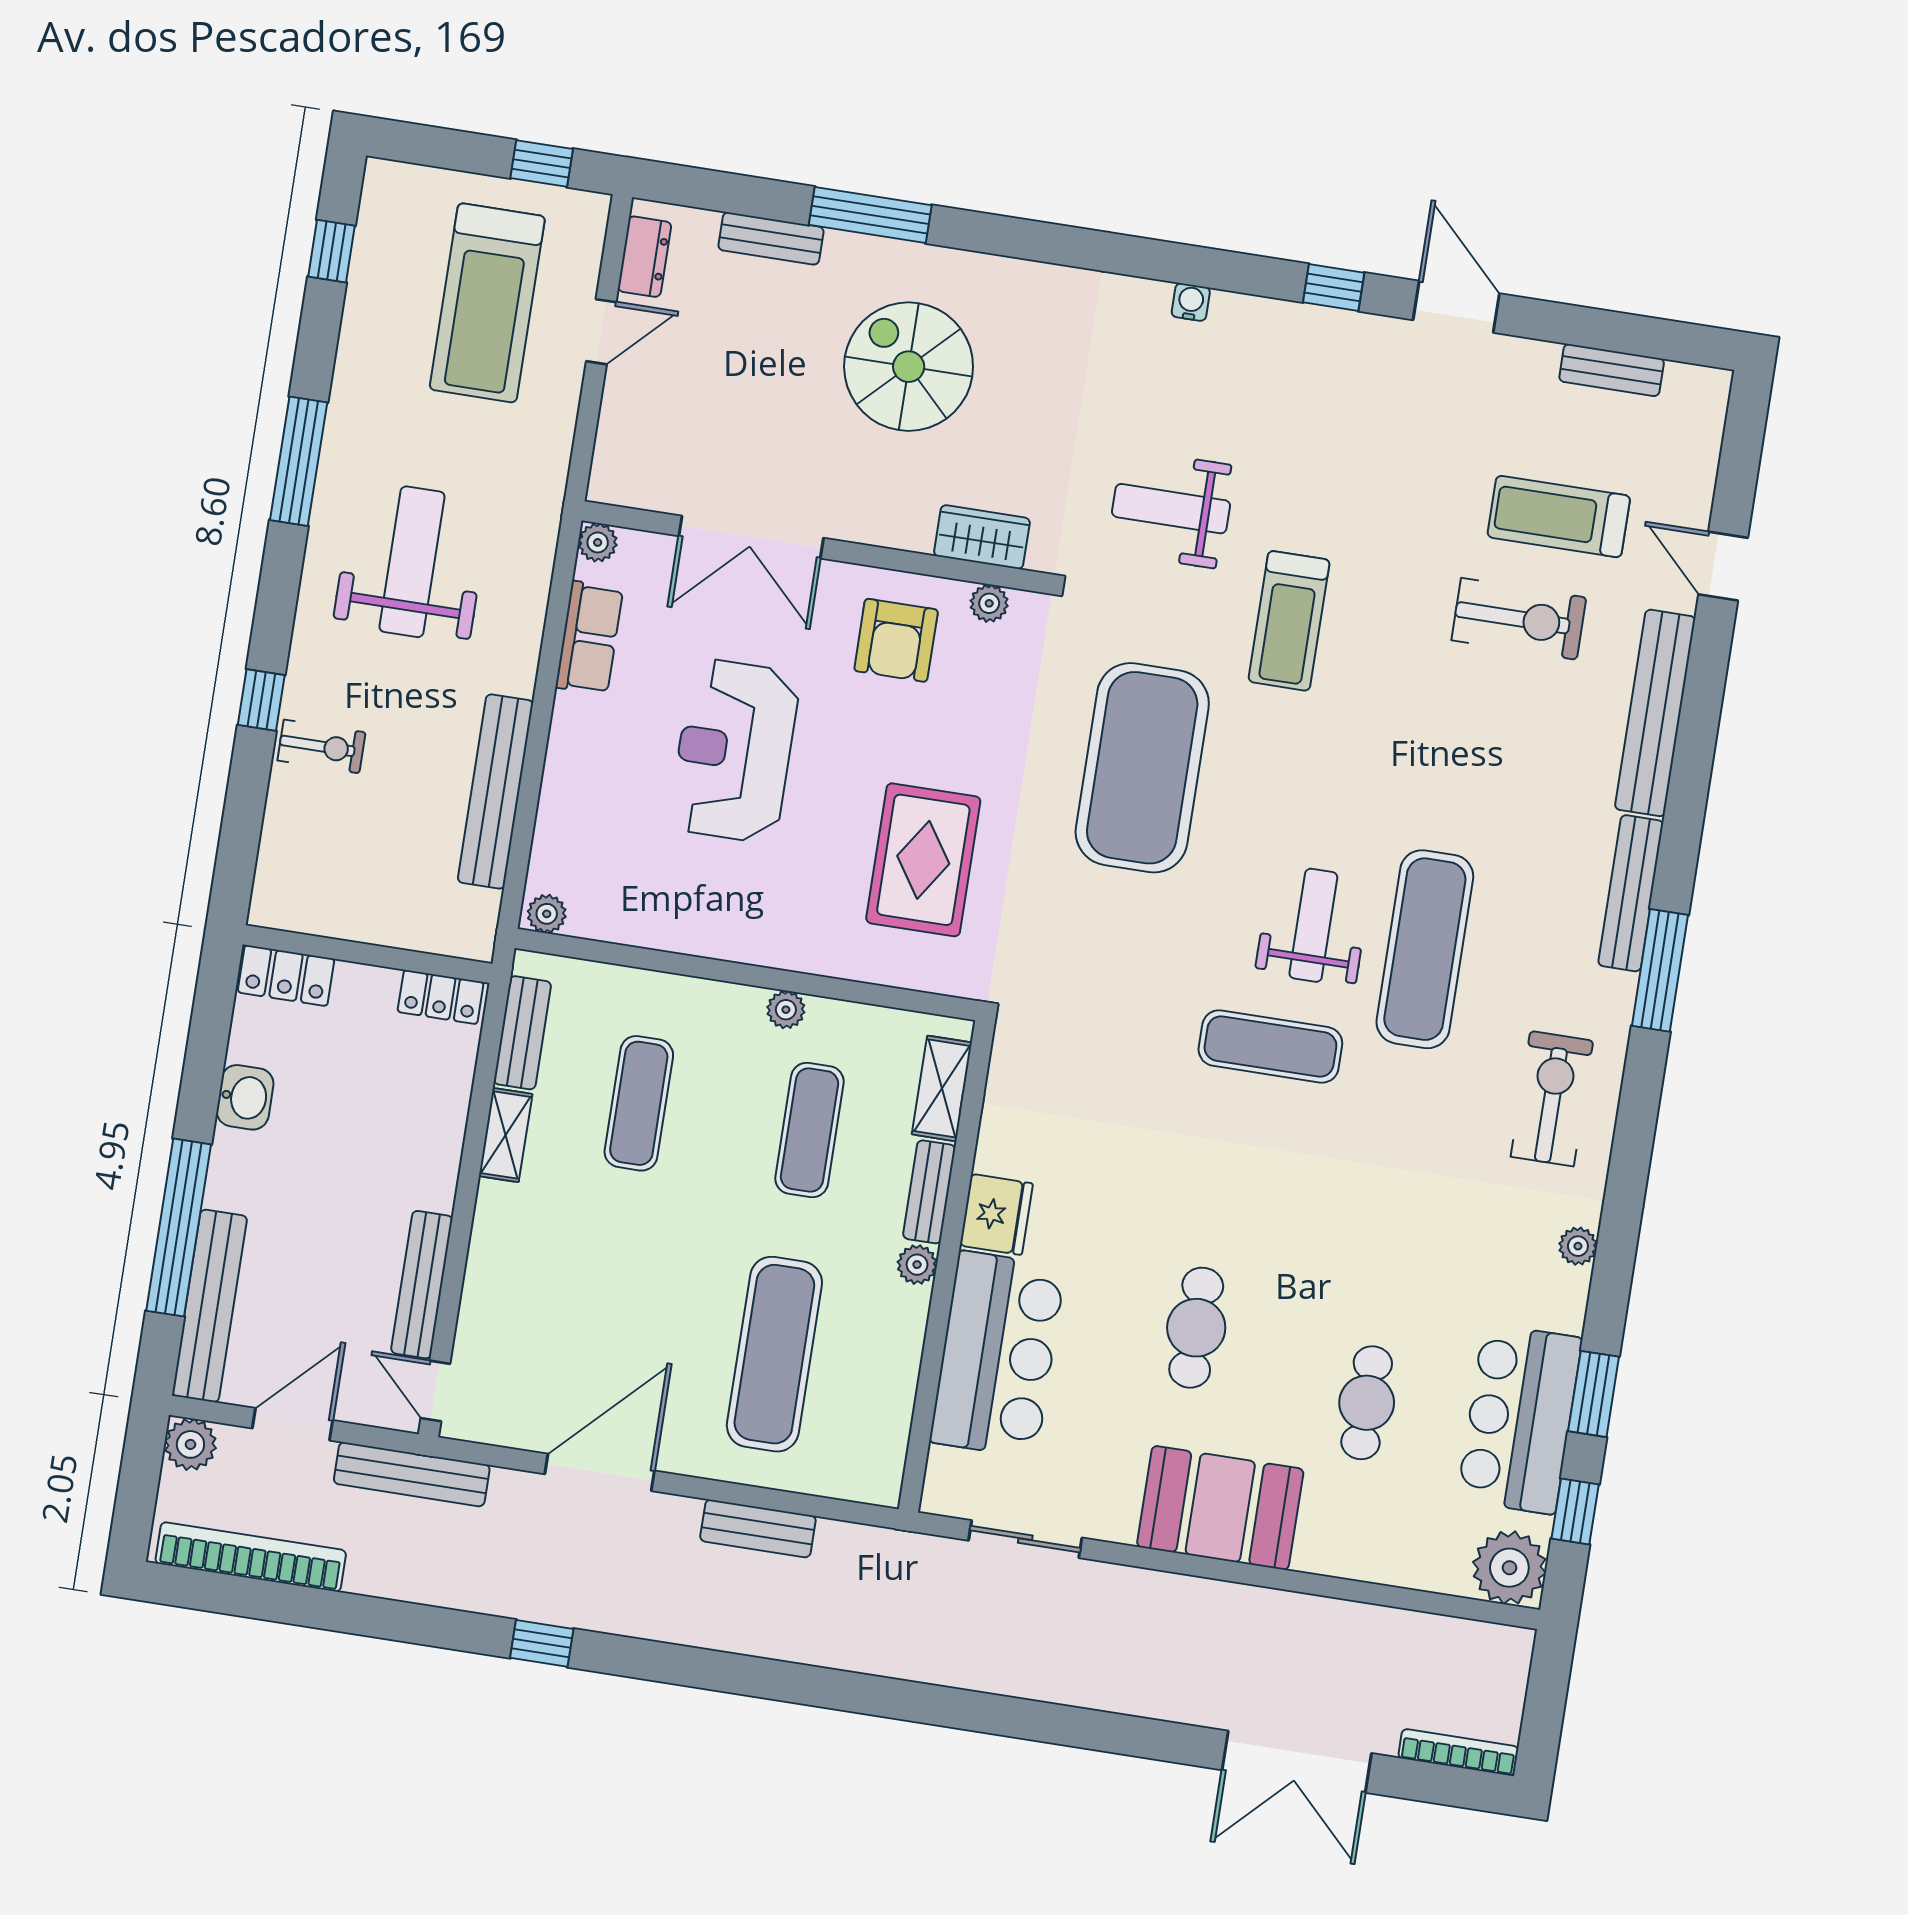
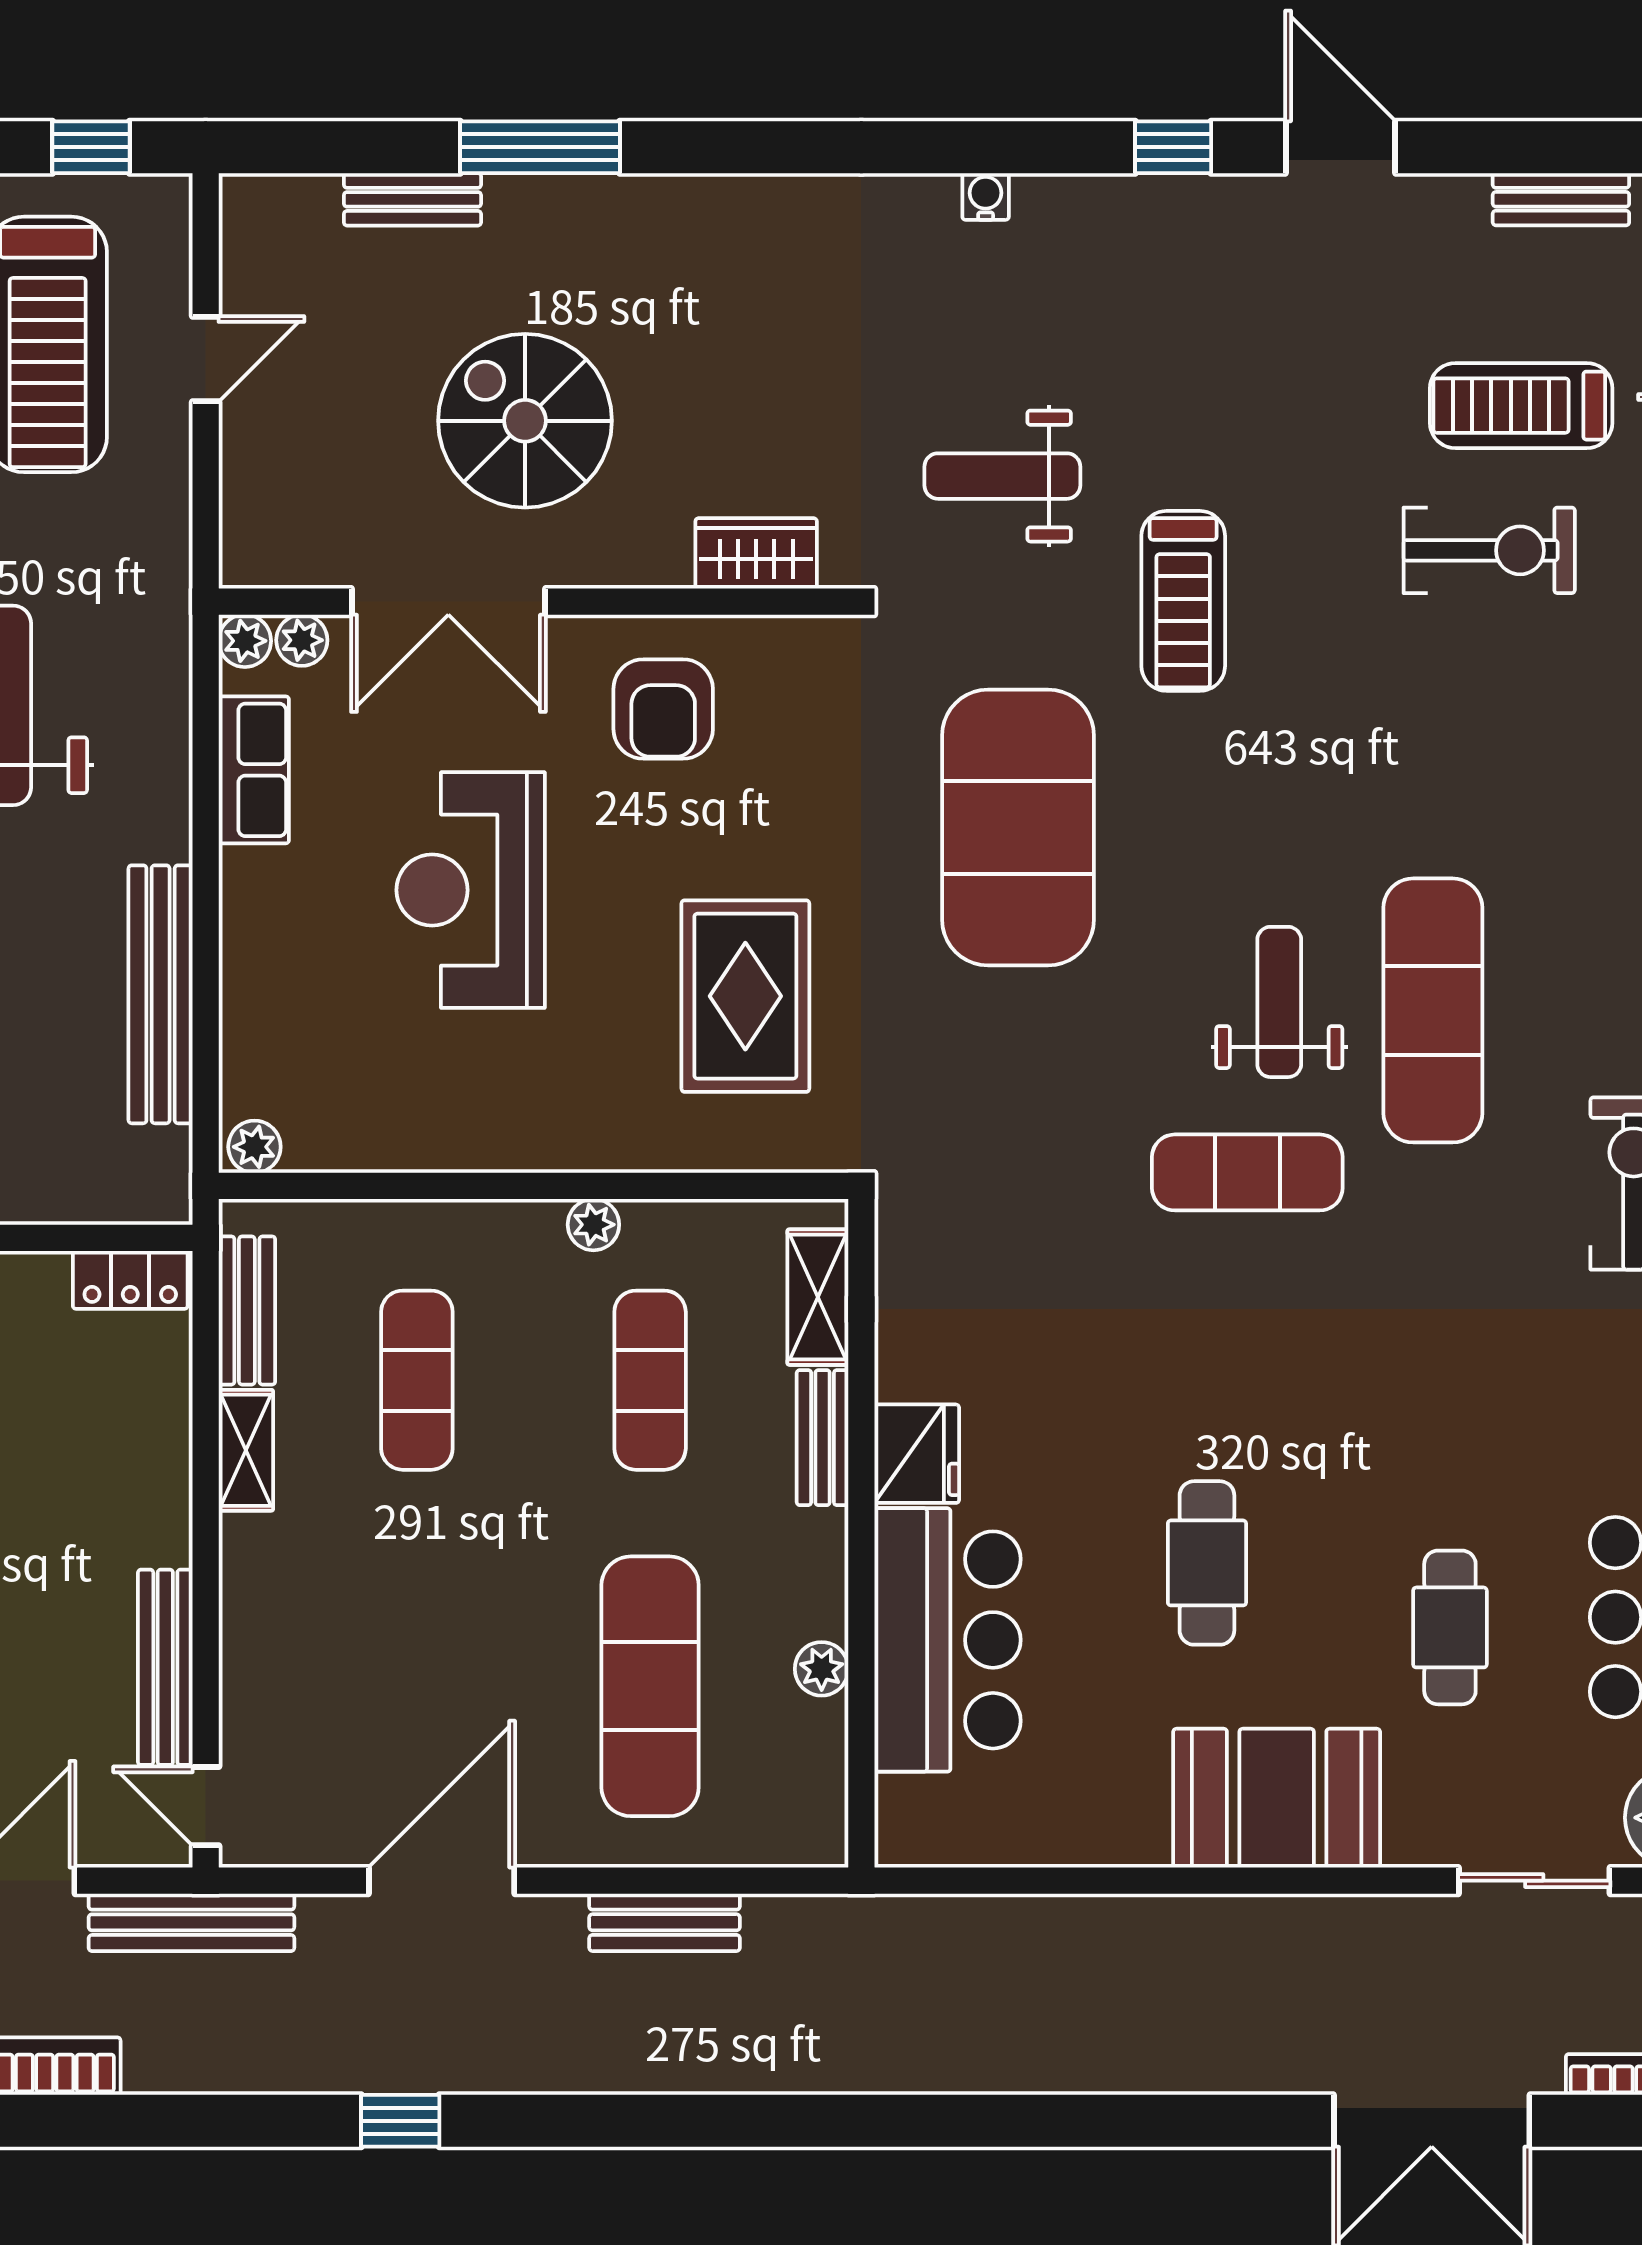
dresser: (645, 257) -> (248, 250), removed
spiral stairs: (909, 367) -> (525, 421), moved
plant: (989, 603) -> (302, 640), moved
plant: (917, 1265) -> (822, 1669), moved
sliding door: (1025, 1539) -> (1534, 1881), moved

